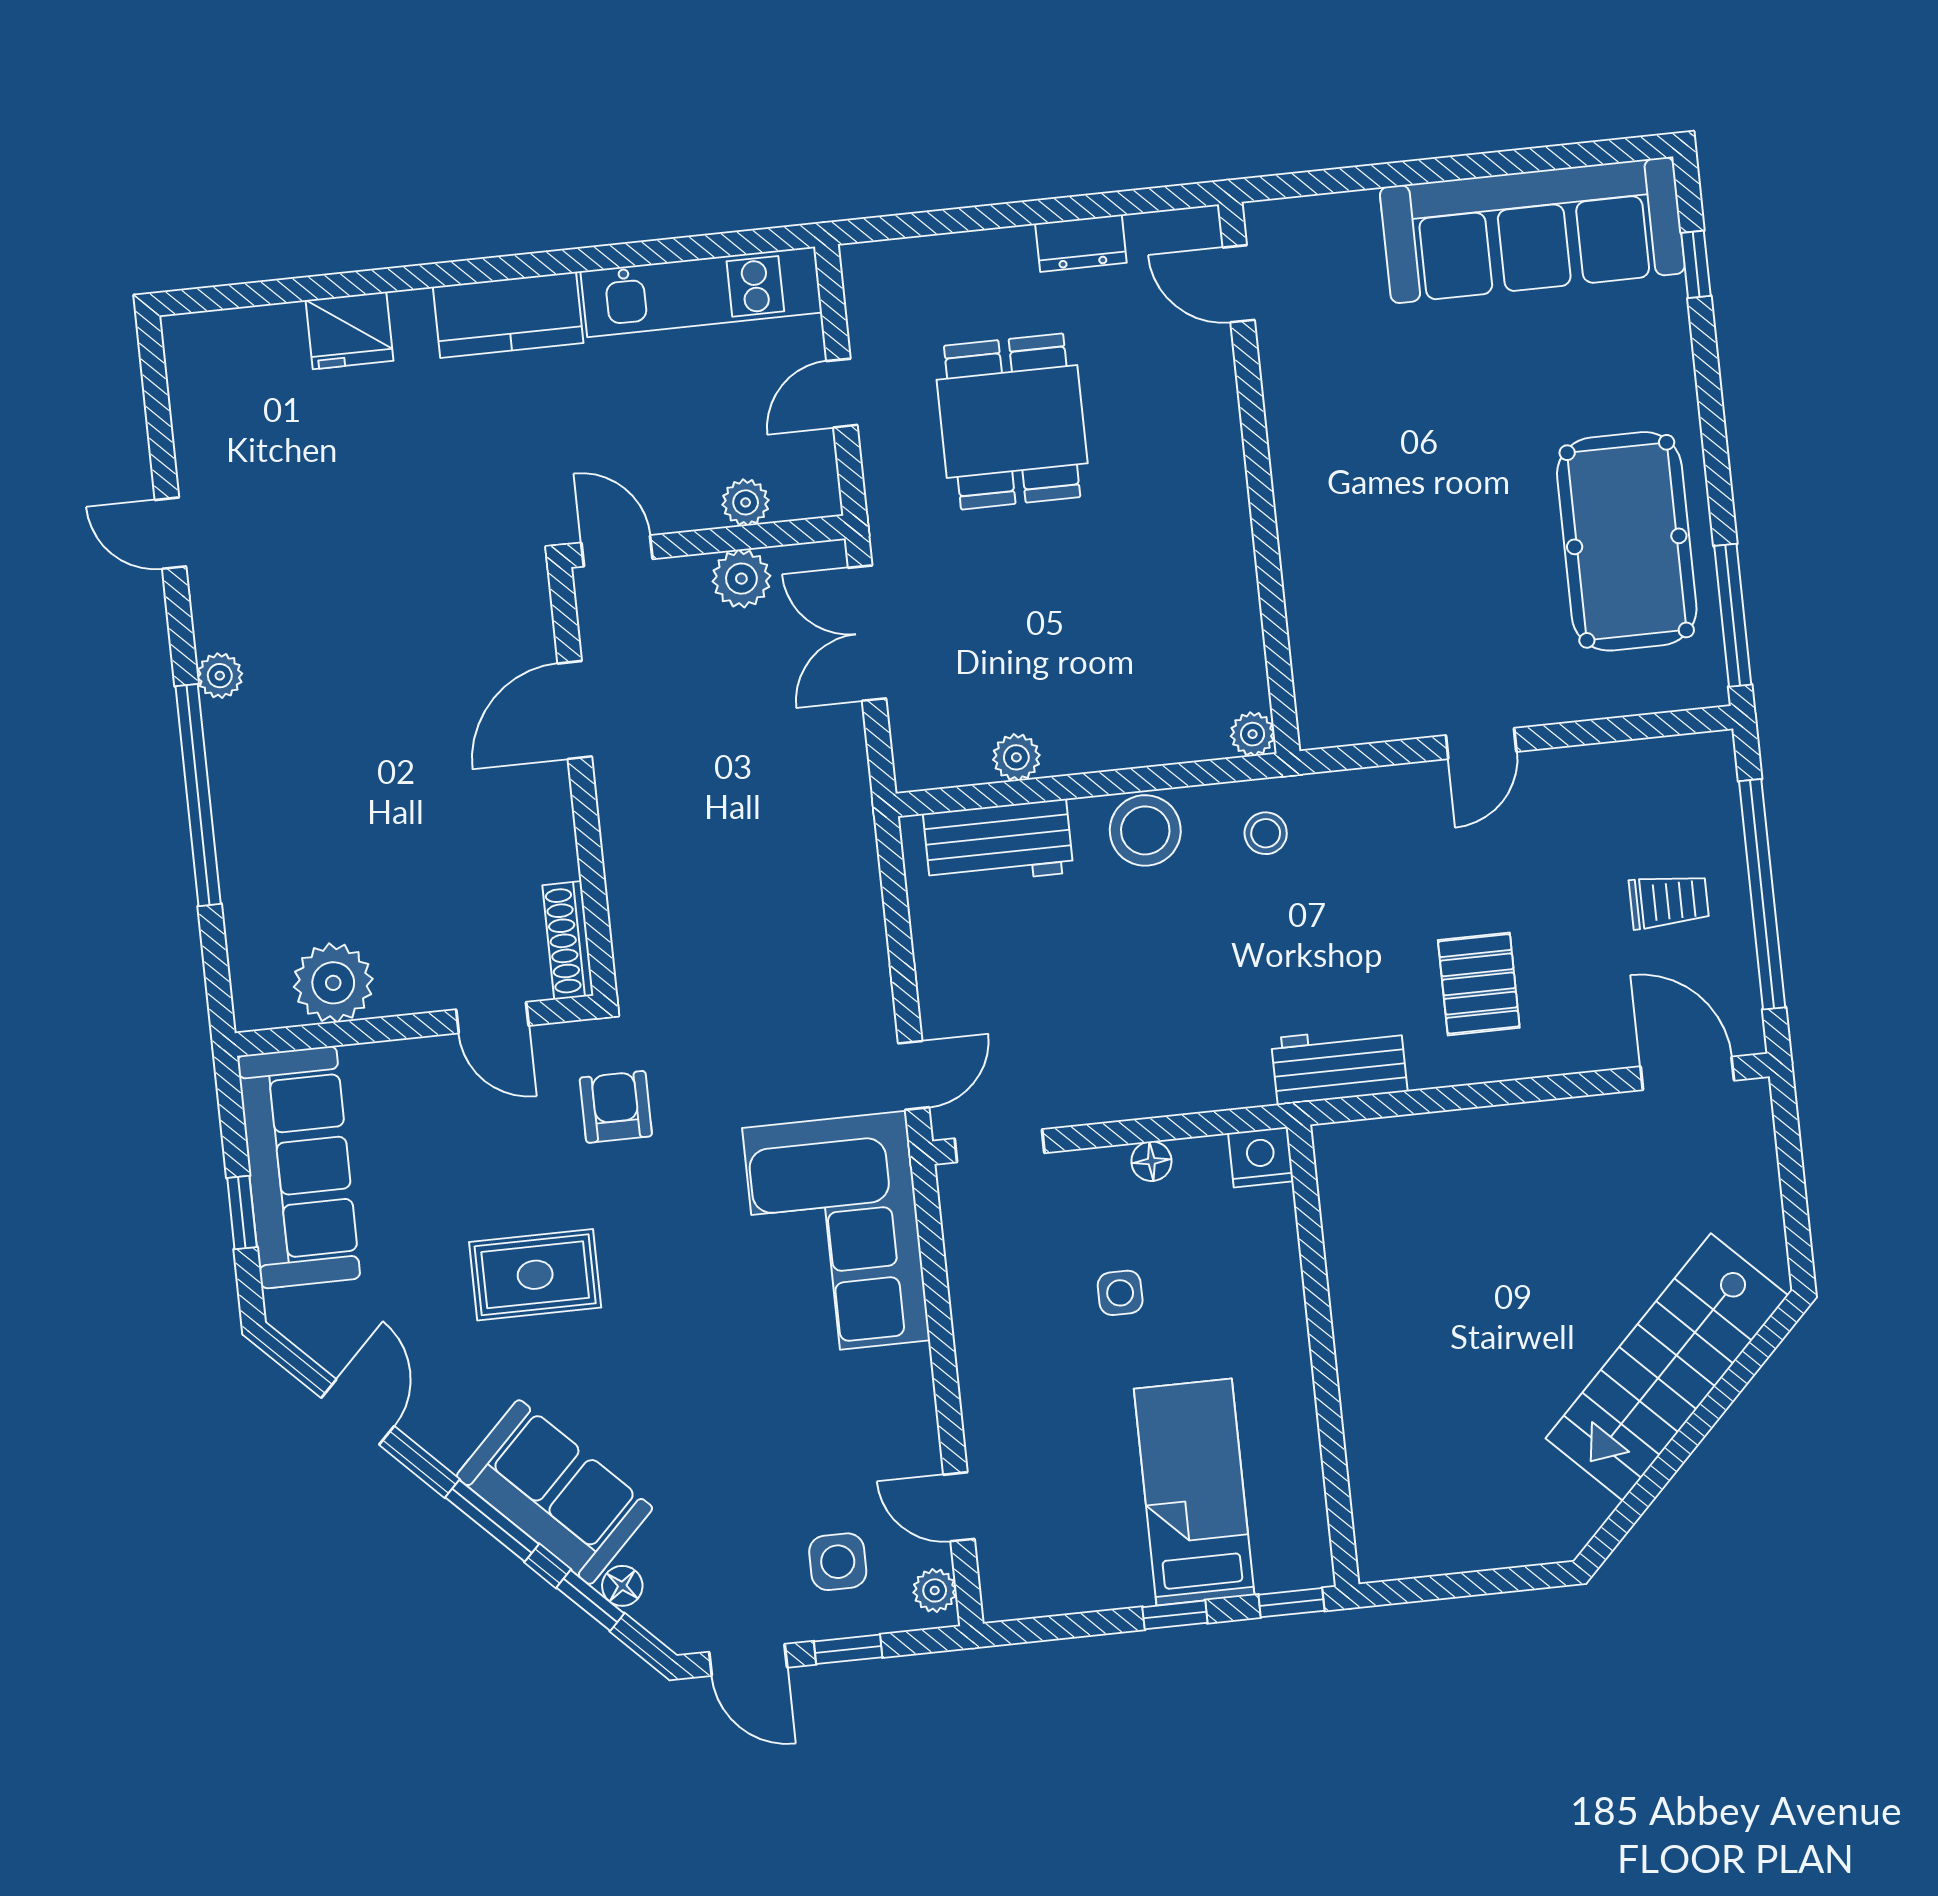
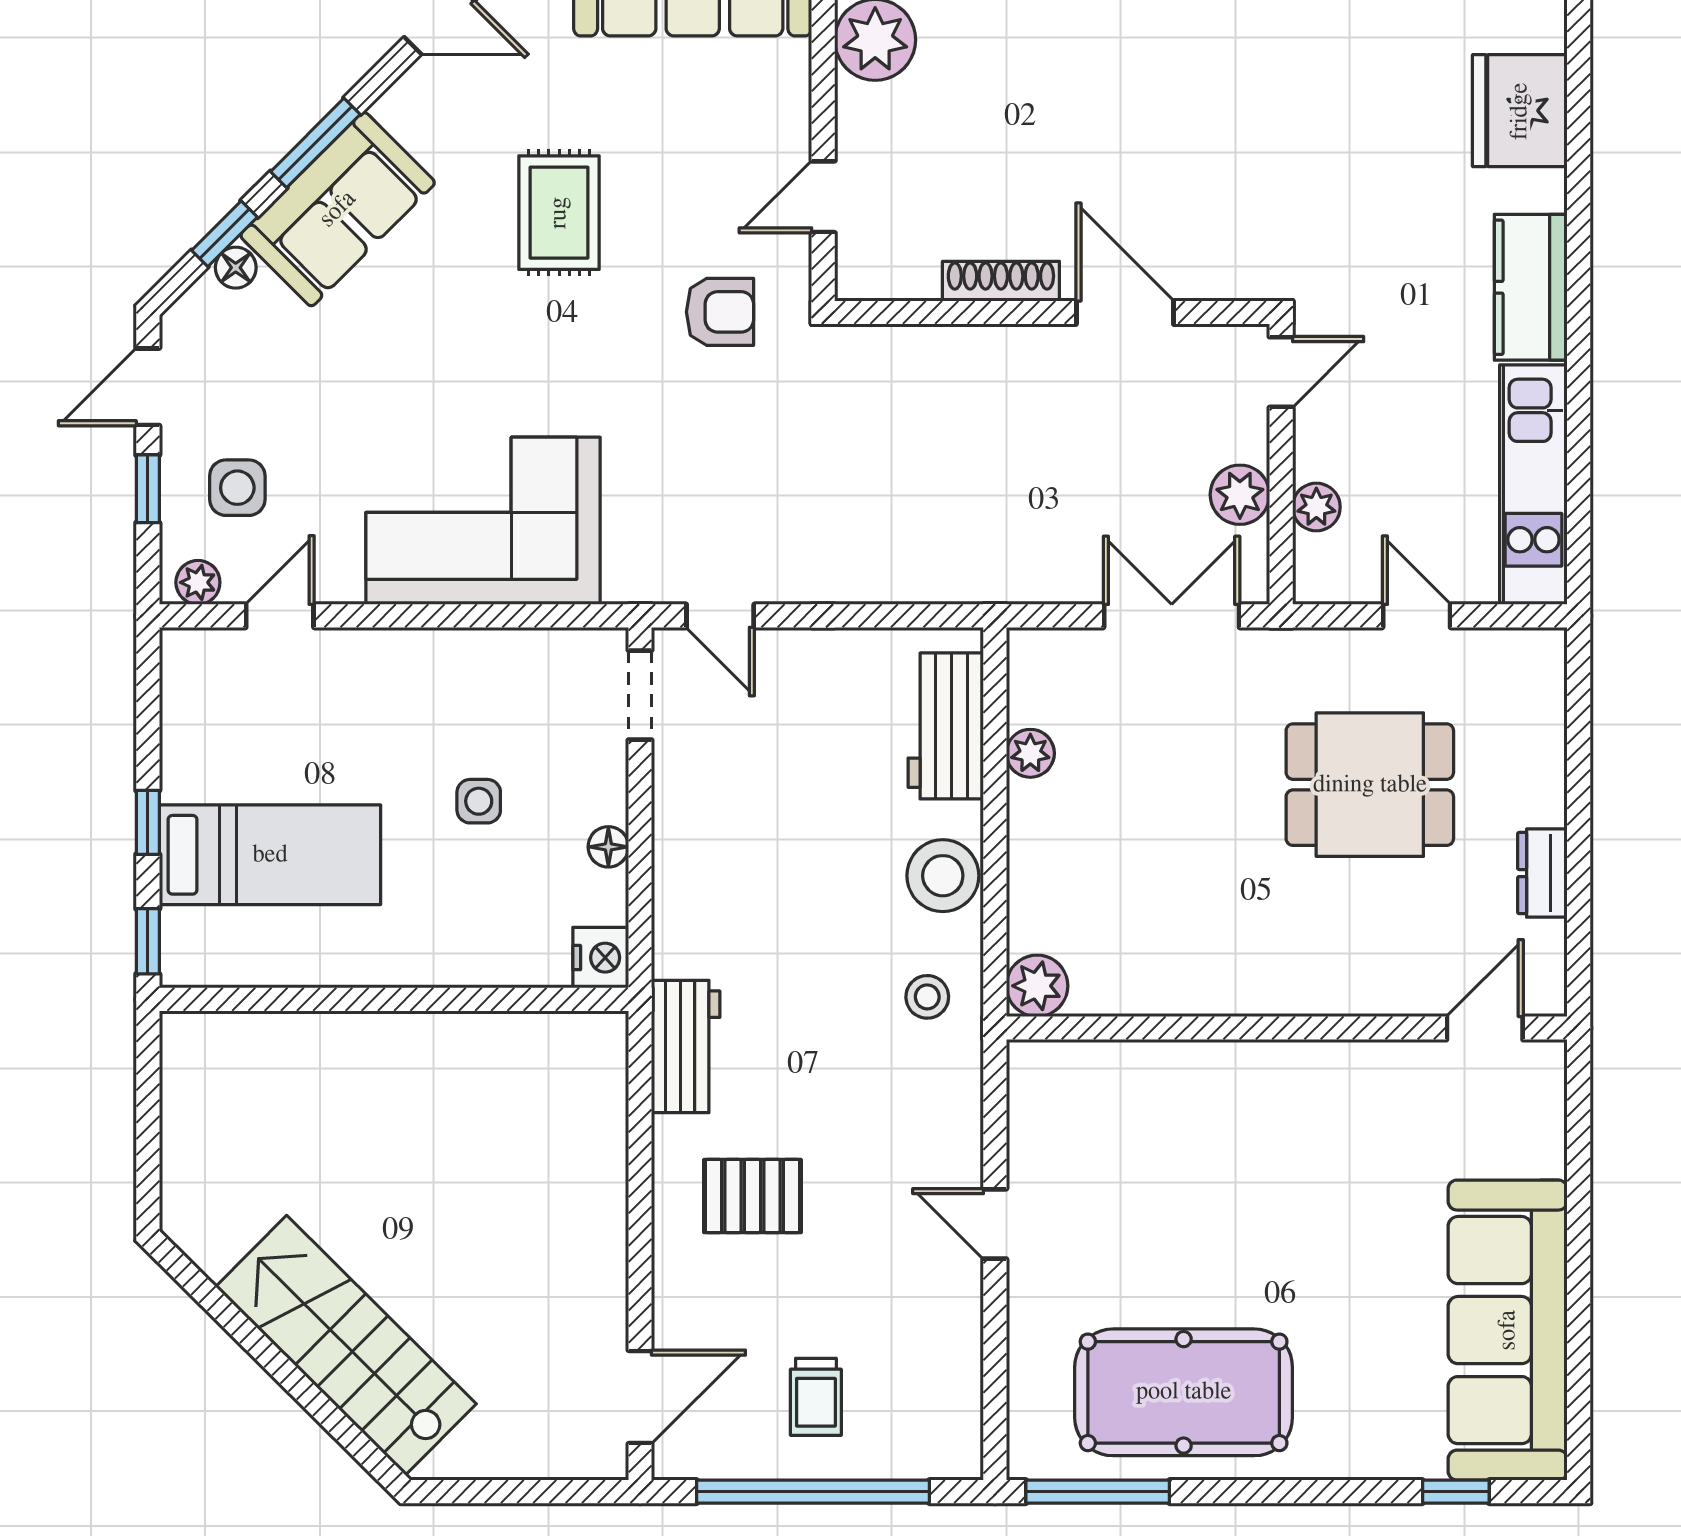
fridge: (350, 331) -> (1520, 111), width x1.36, depth x1.34
plant: (1253, 734) -> (1037, 986), width x1.38, depth x1.38
shoe rack: (568, 940) -> (1001, 281), moved
corner sofa: (836, 1234) -> (483, 521), moved

